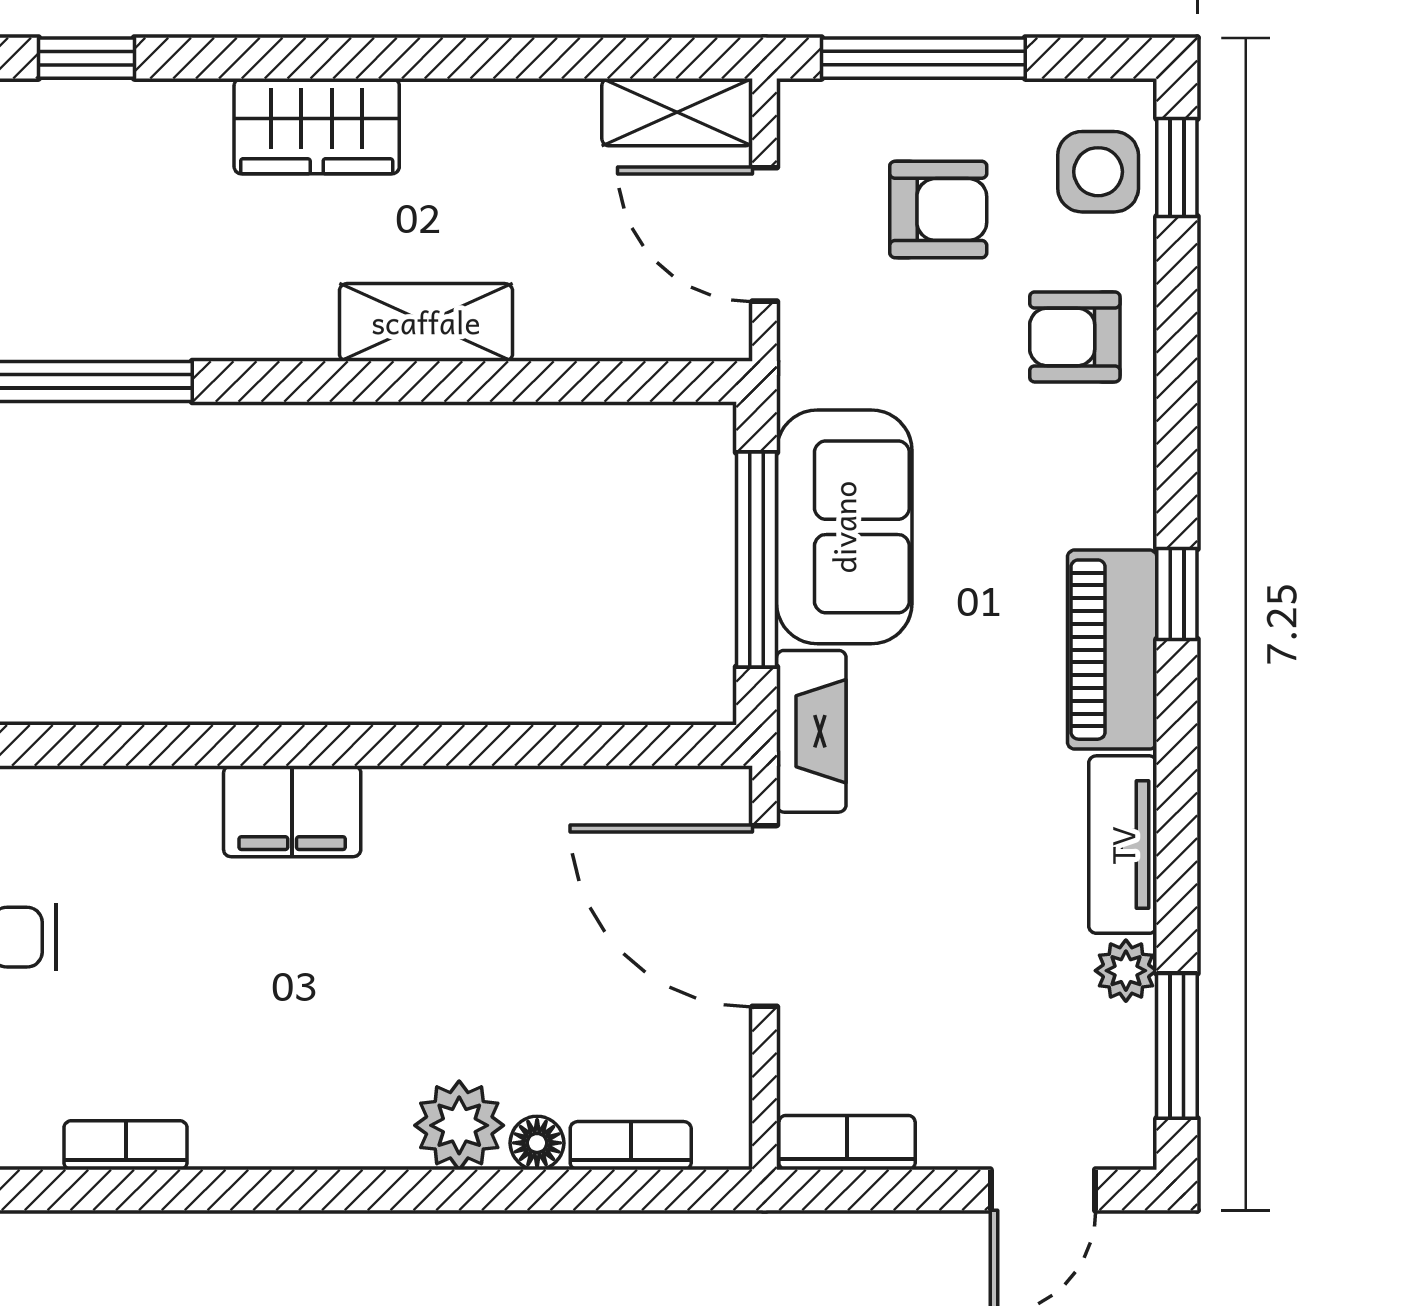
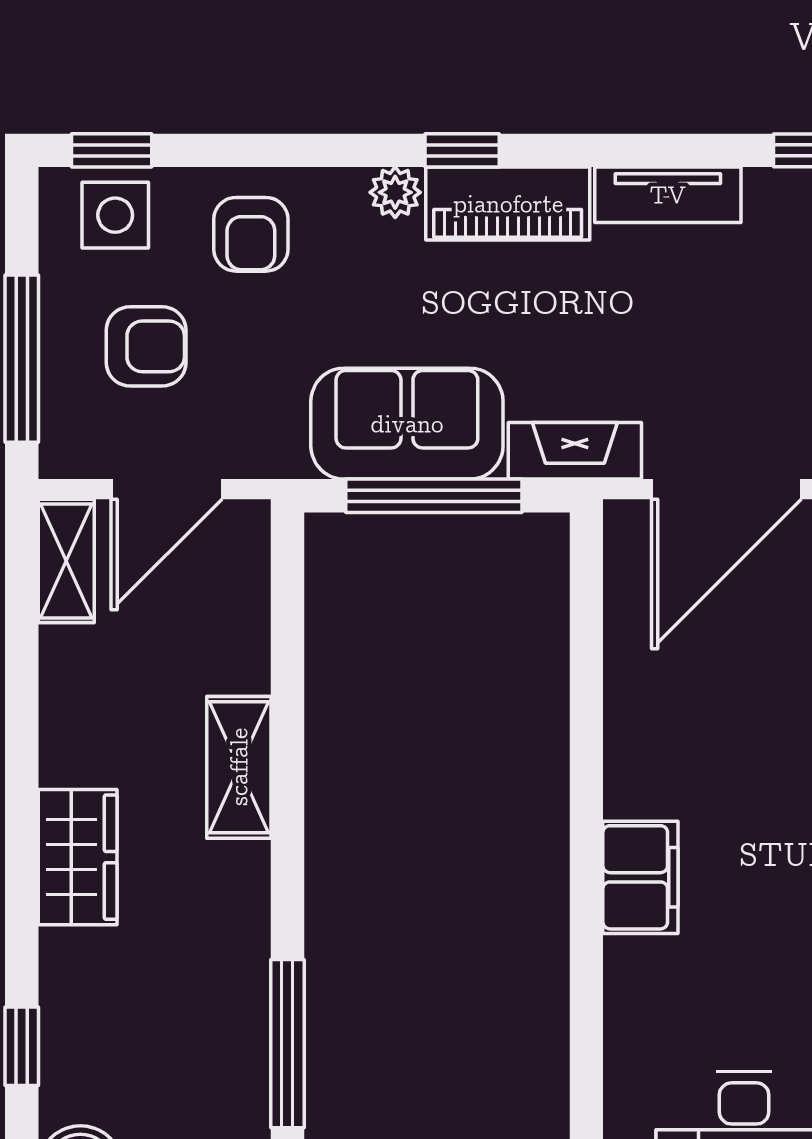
armchair: (938, 209) -> (146, 346), turned 90
plant: (1126, 971) -> (395, 192), moved

